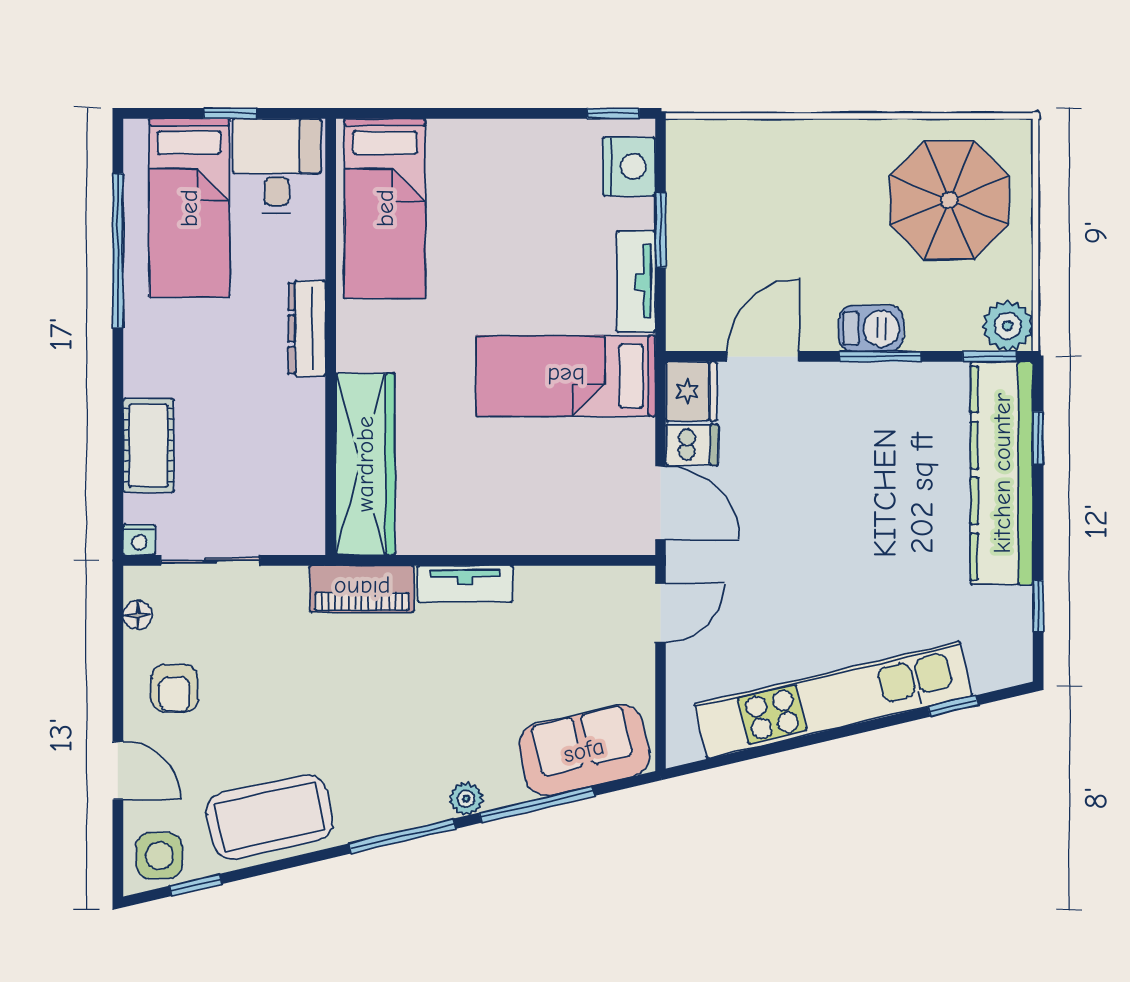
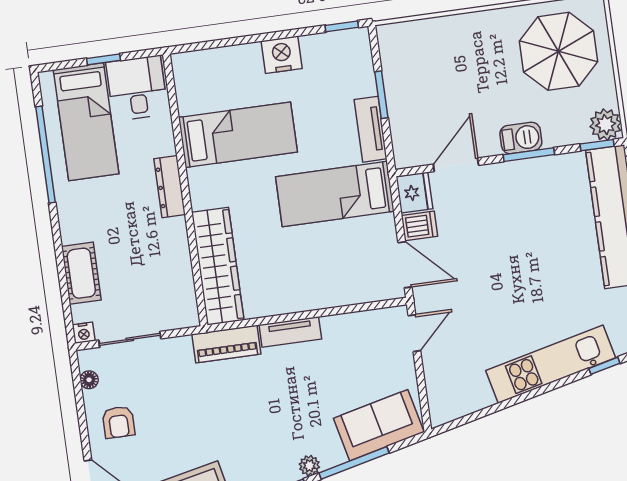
nightstand: (629, 166) -> (282, 55), moved, turned -90
bed: (385, 208) -> (238, 135), moved, turned -90
kitchen unit: (833, 700) -> (551, 364), width x0.73

